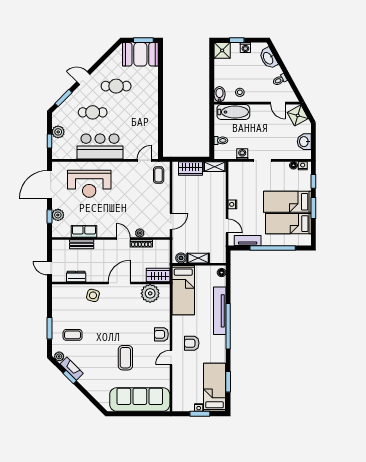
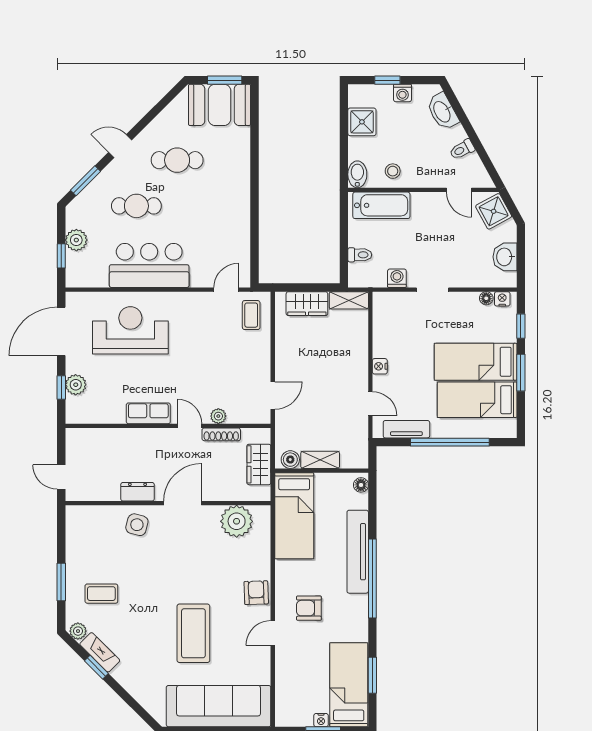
shower: (222, 50) -> (362, 122), moved
reception desk: (89, 184) -> (130, 330), turned 180
row of seats: (84, 231) -> (148, 413), moved
bench: (82, 244) -> (117, 436), removed
wardrobe: (158, 275) -> (259, 464), moved, turned -90
dresser: (76, 276) -> (138, 492), moved
armchair: (161, 334) -> (256, 593), turned 88
coffee table: (125, 358) -> (193, 633), width x1.36, depth x1.32

